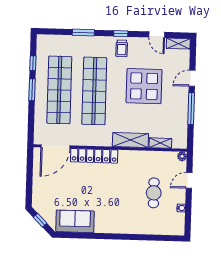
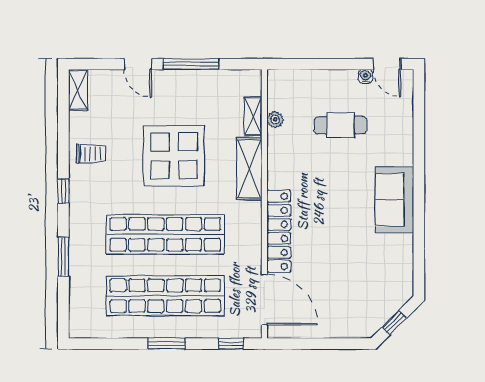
door: (157, 35) -> (63, 128), removed
trolley: (122, 48) -> (91, 154), moved
window: (33, 63) -> (231, 344), moved
display table: (144, 86) -> (174, 156), moved
plant: (182, 156) -> (275, 119), moved
door: (189, 180) -> (387, 64), moved
sofa: (75, 221) -> (394, 200), moved

